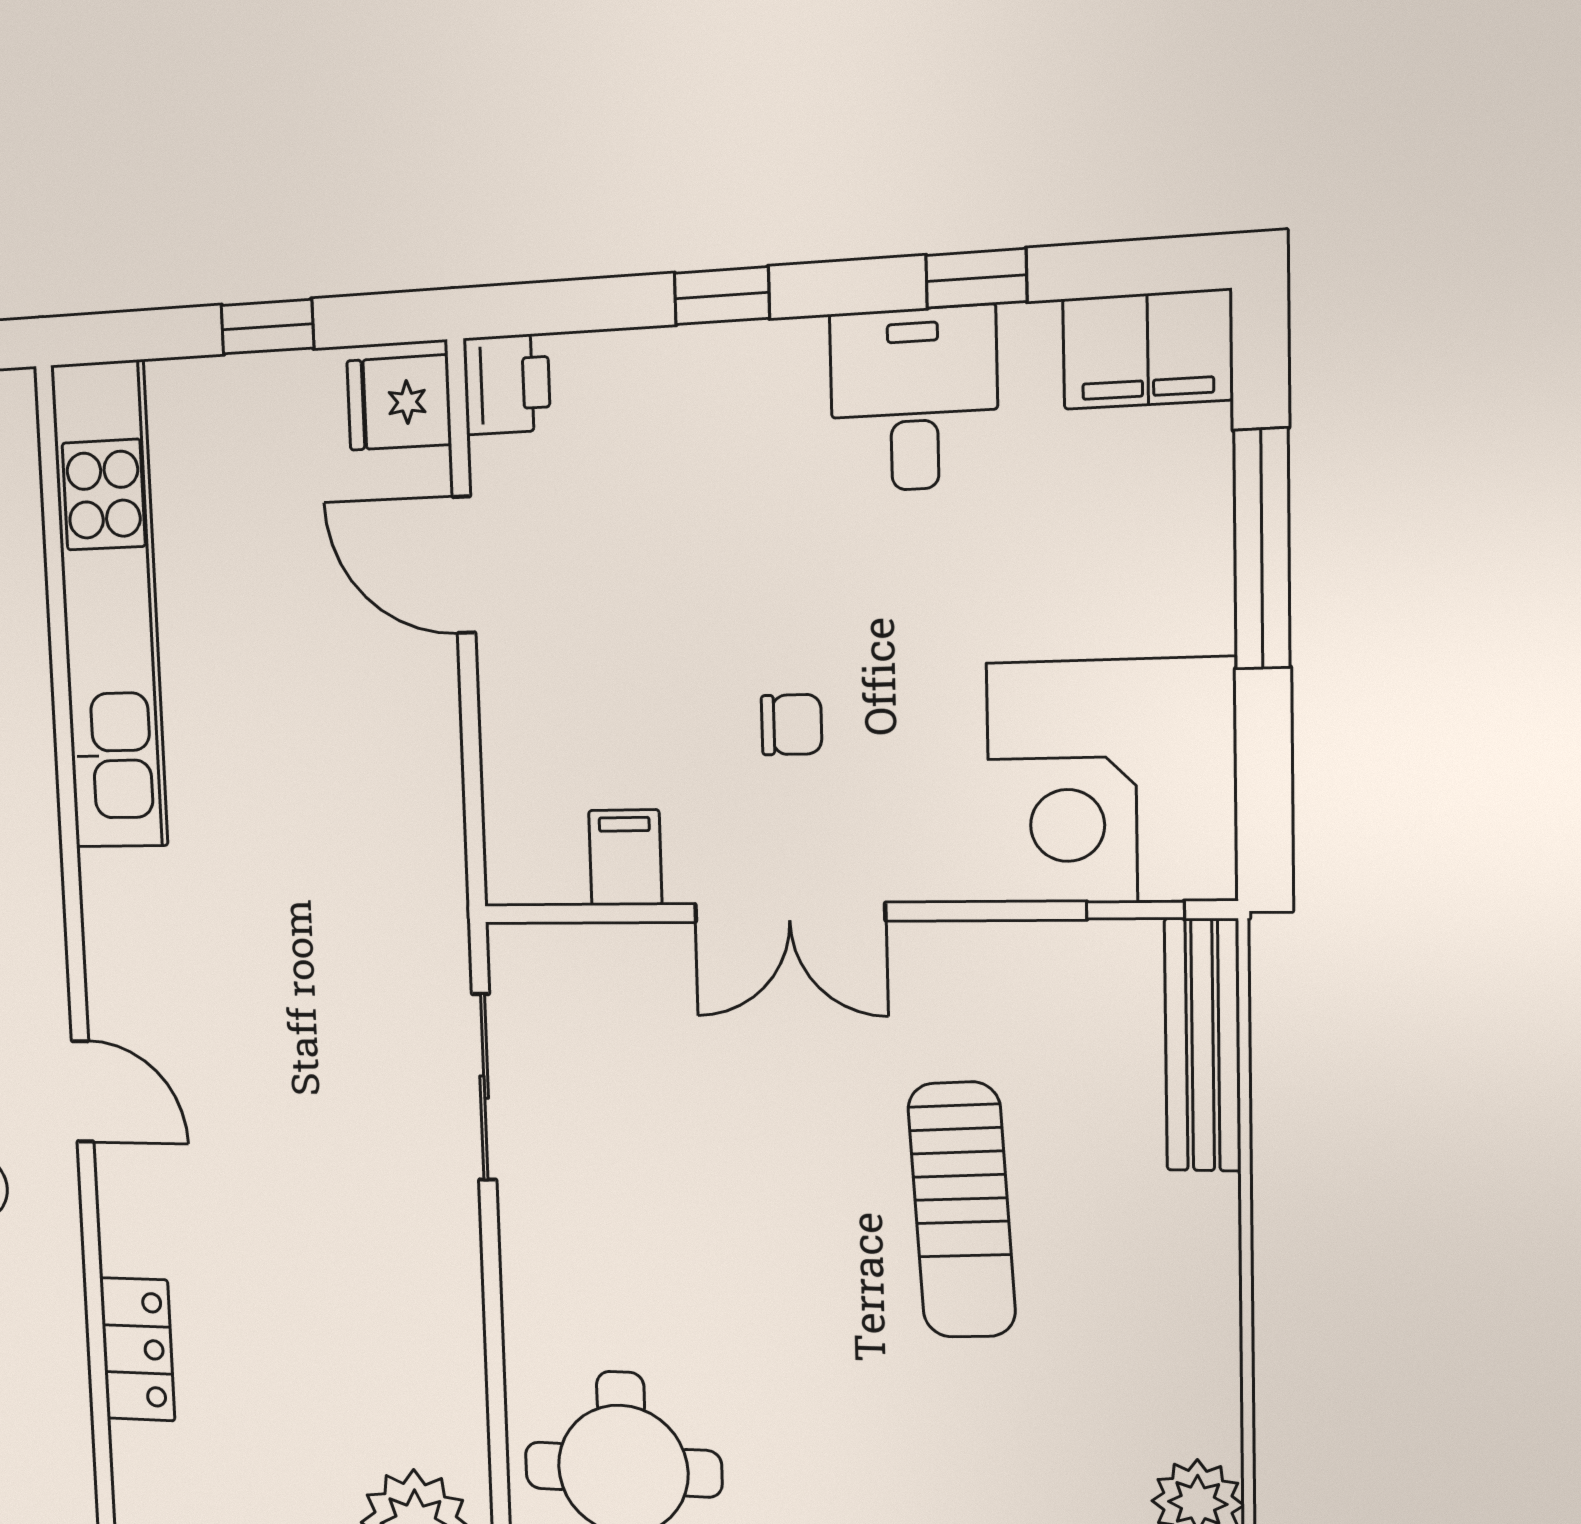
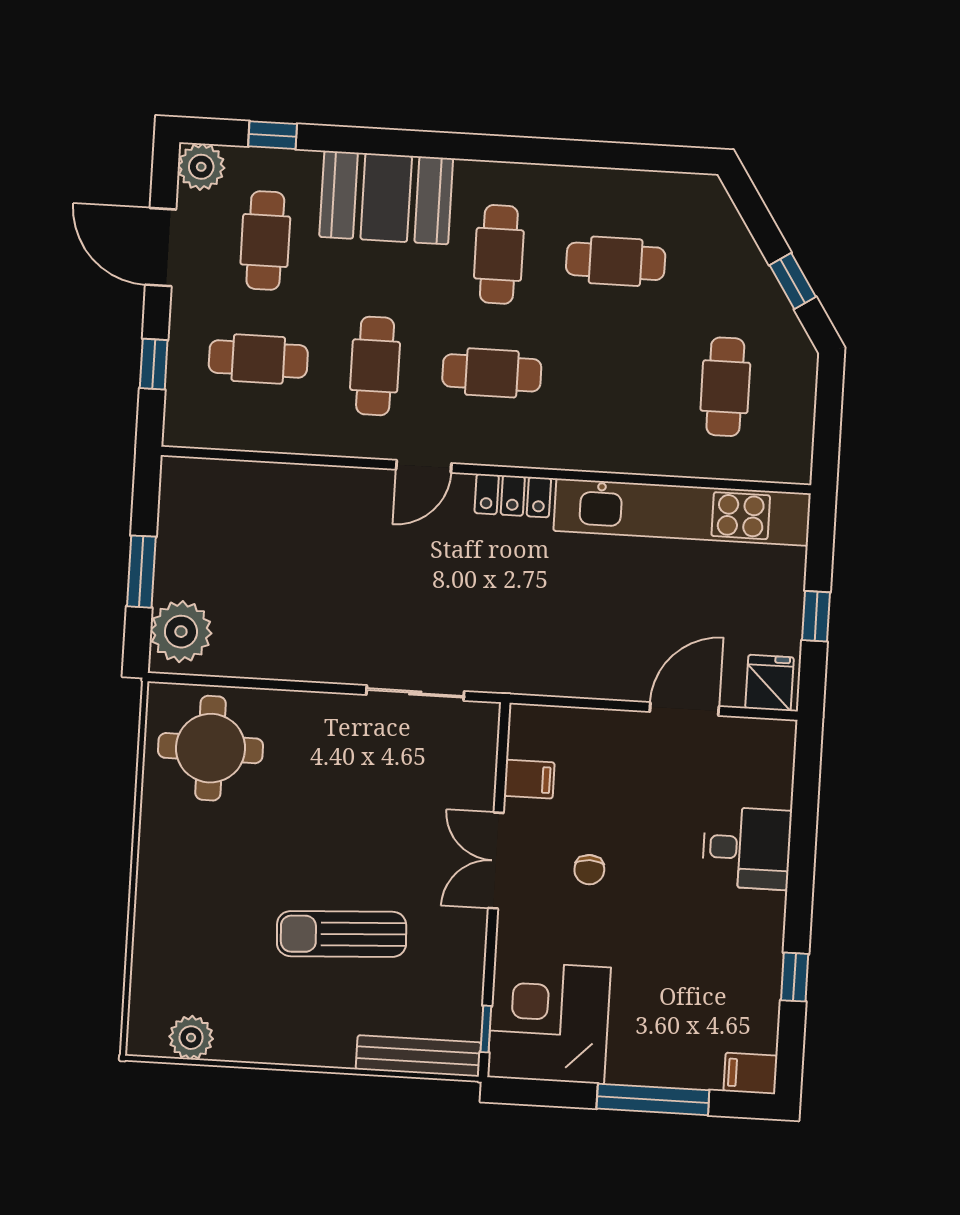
window: (722, 296) -> (802, 853), removed
filing cabinet: (1148, 349) -> (751, 1073), width x0.50
printer: (507, 384) -> (772, 740), removed
desk: (914, 399) -> (747, 848), moved
locker: (137, 1349) -> (513, 496), moved

